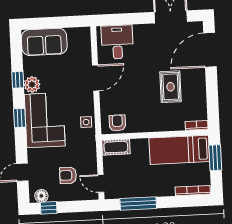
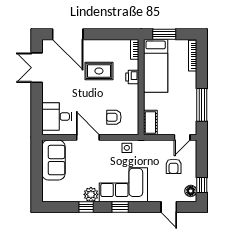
sofa: (44, 42) -> (53, 160), moved
armchair: (117, 123) -> (114, 117), moved
printer: (166, 124) -> (132, 77), added

